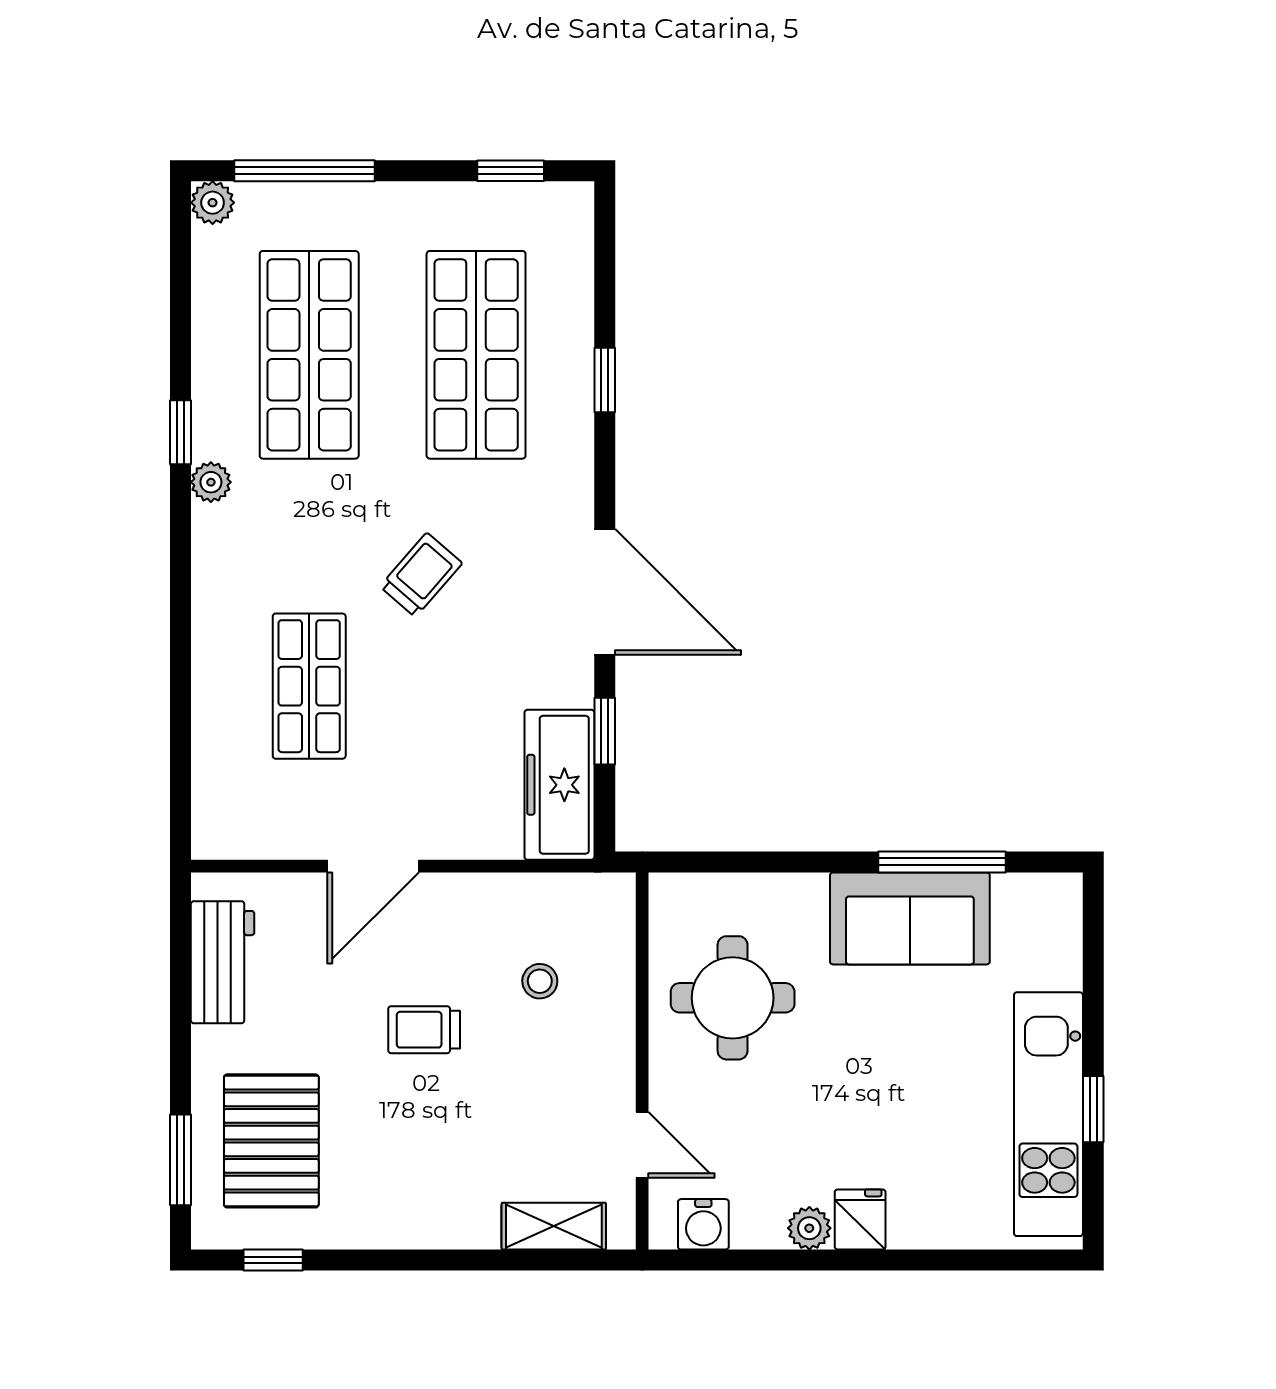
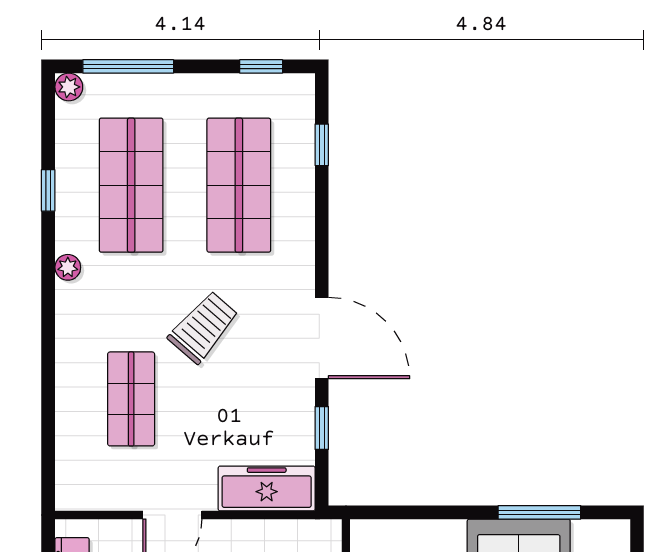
window: (605, 380) -> (322, 145), moved
window: (181, 432) -> (48, 190), moved
trolley: (421, 575) -> (203, 327), width x1.36, depth x1.39
freezer: (559, 785) -> (267, 488), moved, turned 90

